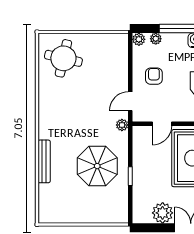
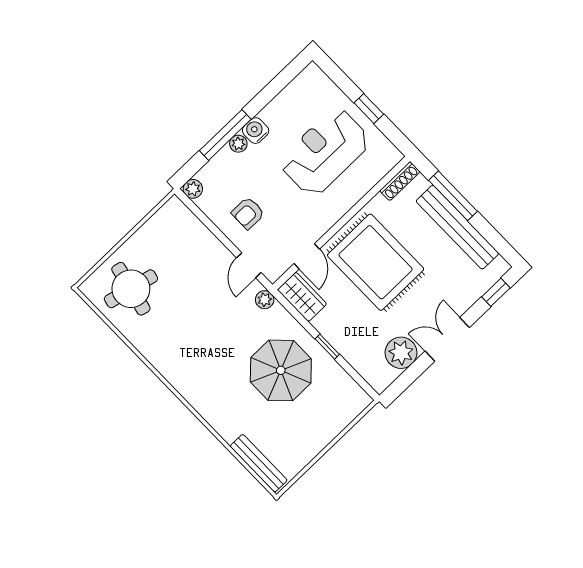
plant: (156, 39) -> (238, 144), moved
armchair: (154, 76) -> (248, 213), turned -90
wardrobe: (141, 141) -> (302, 297), added
bench: (44, 161) -> (259, 463), moved

